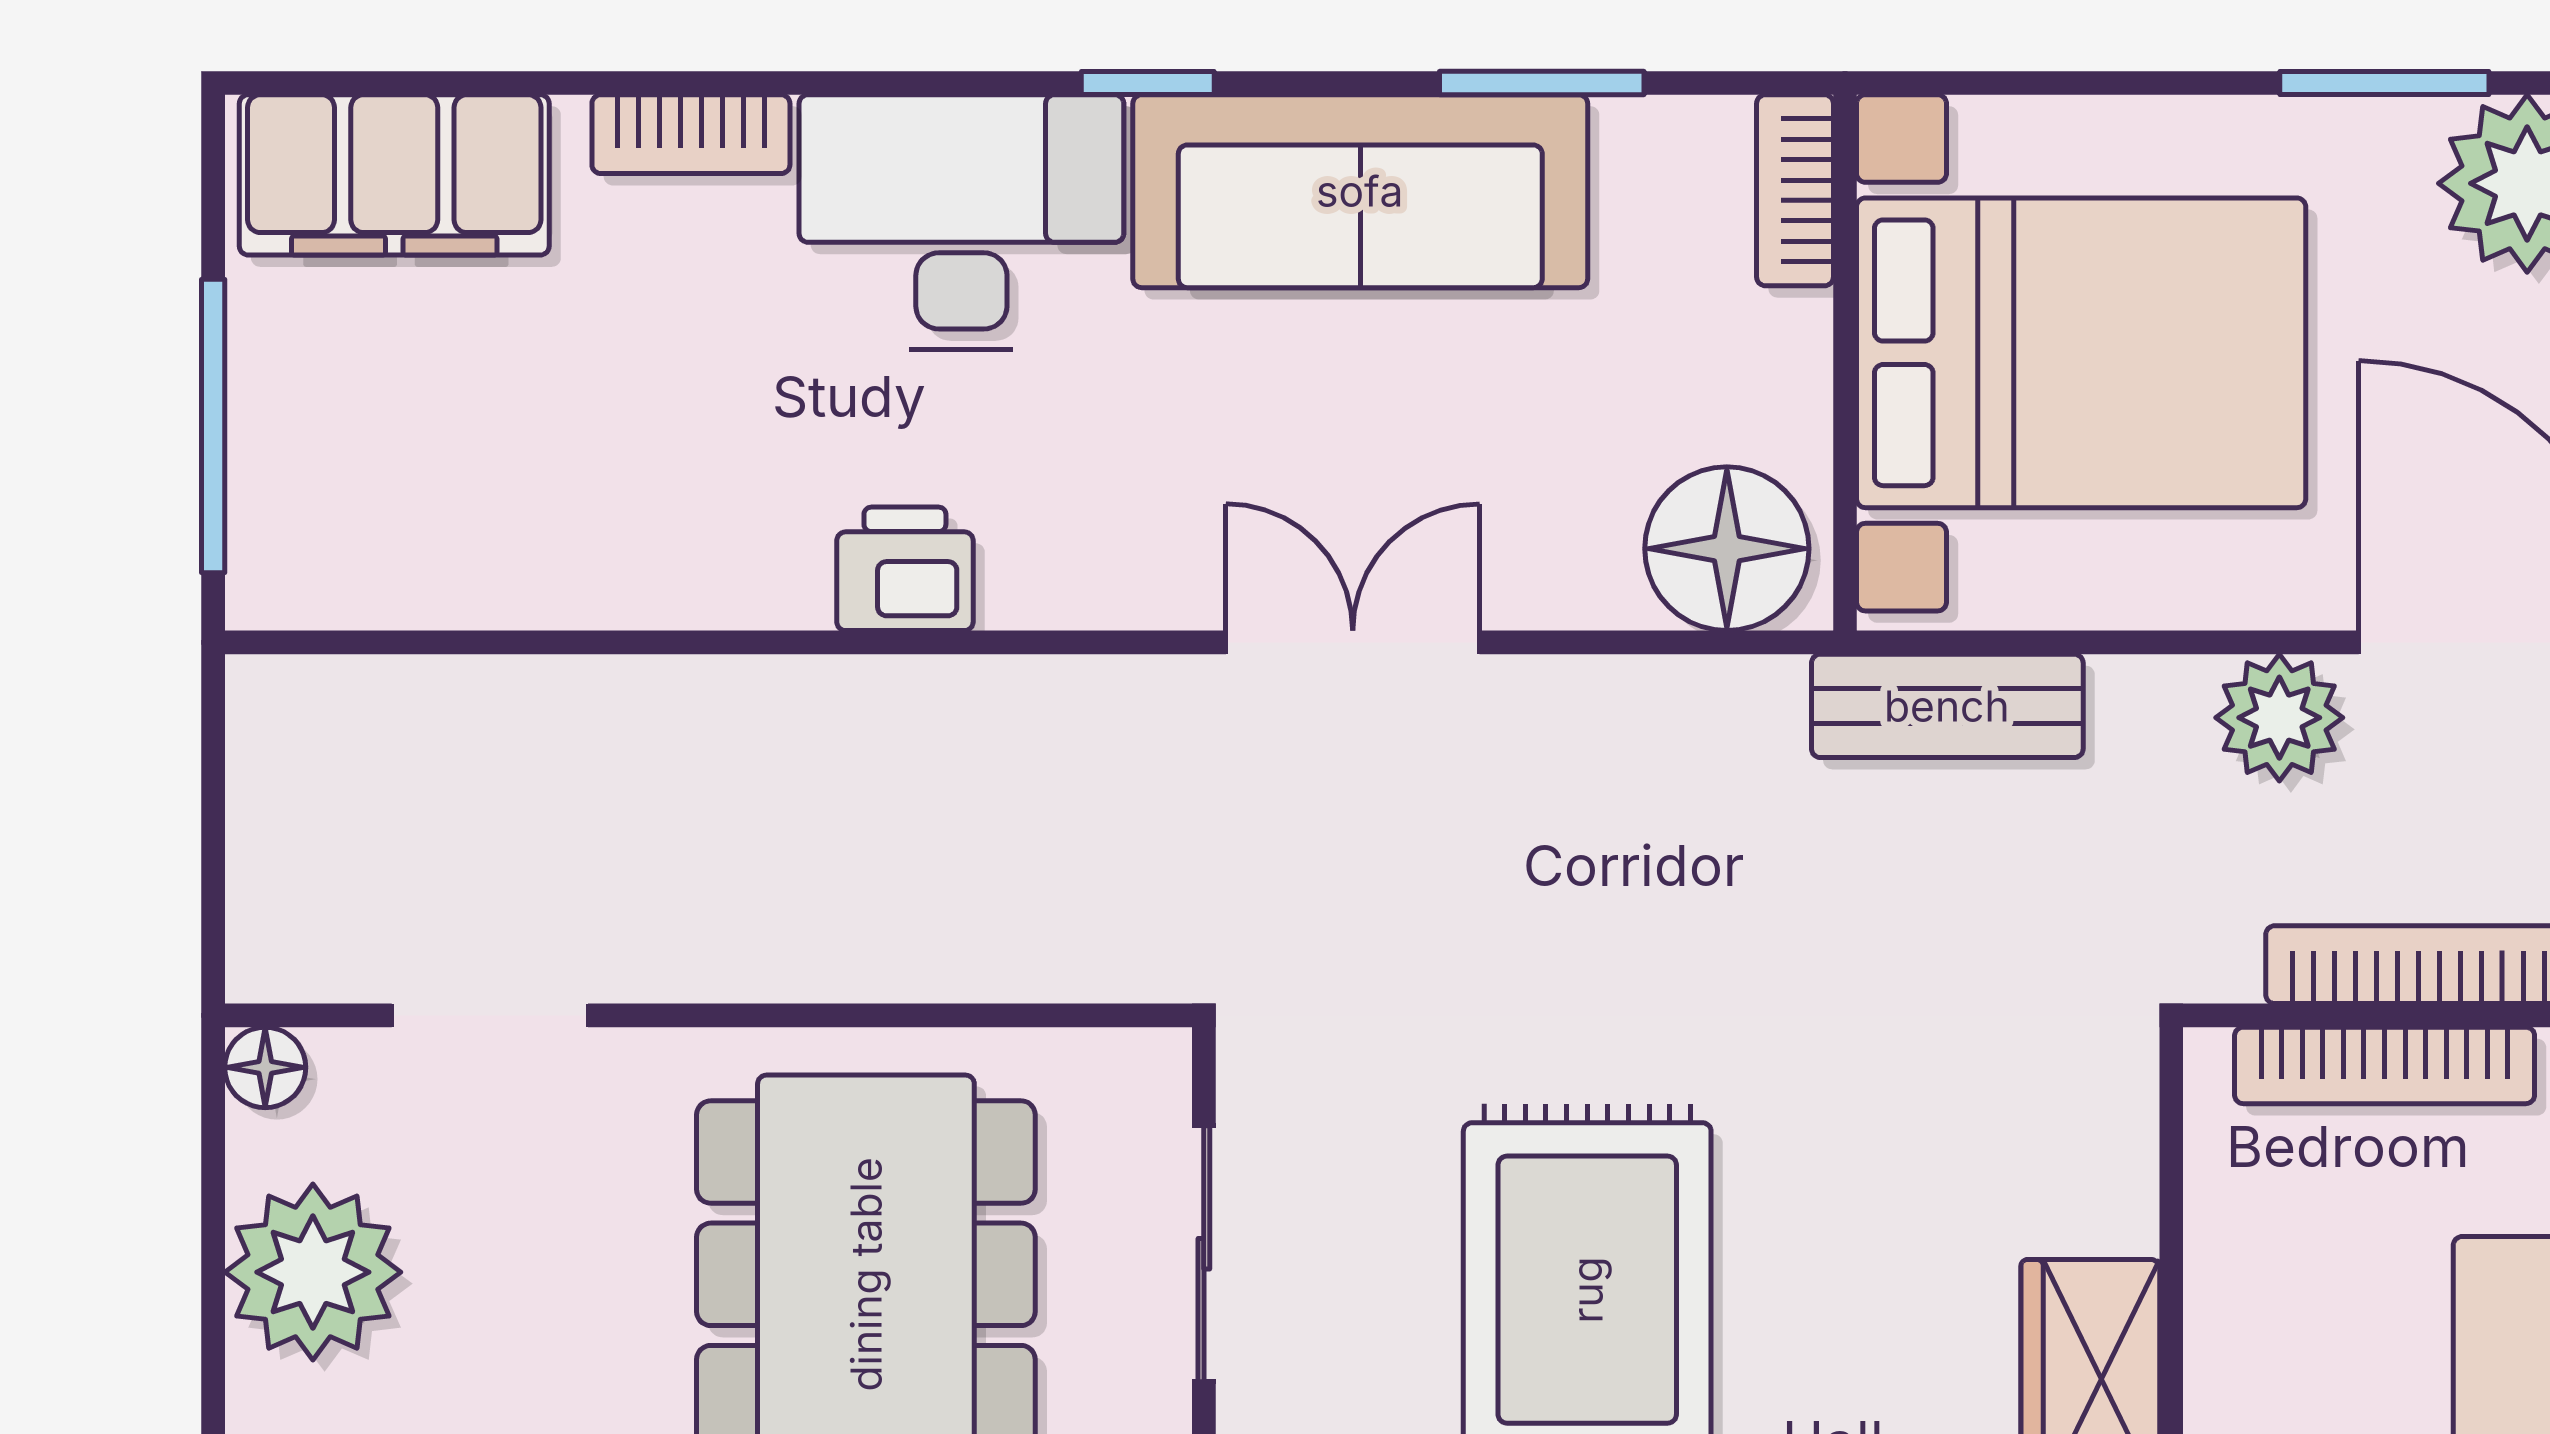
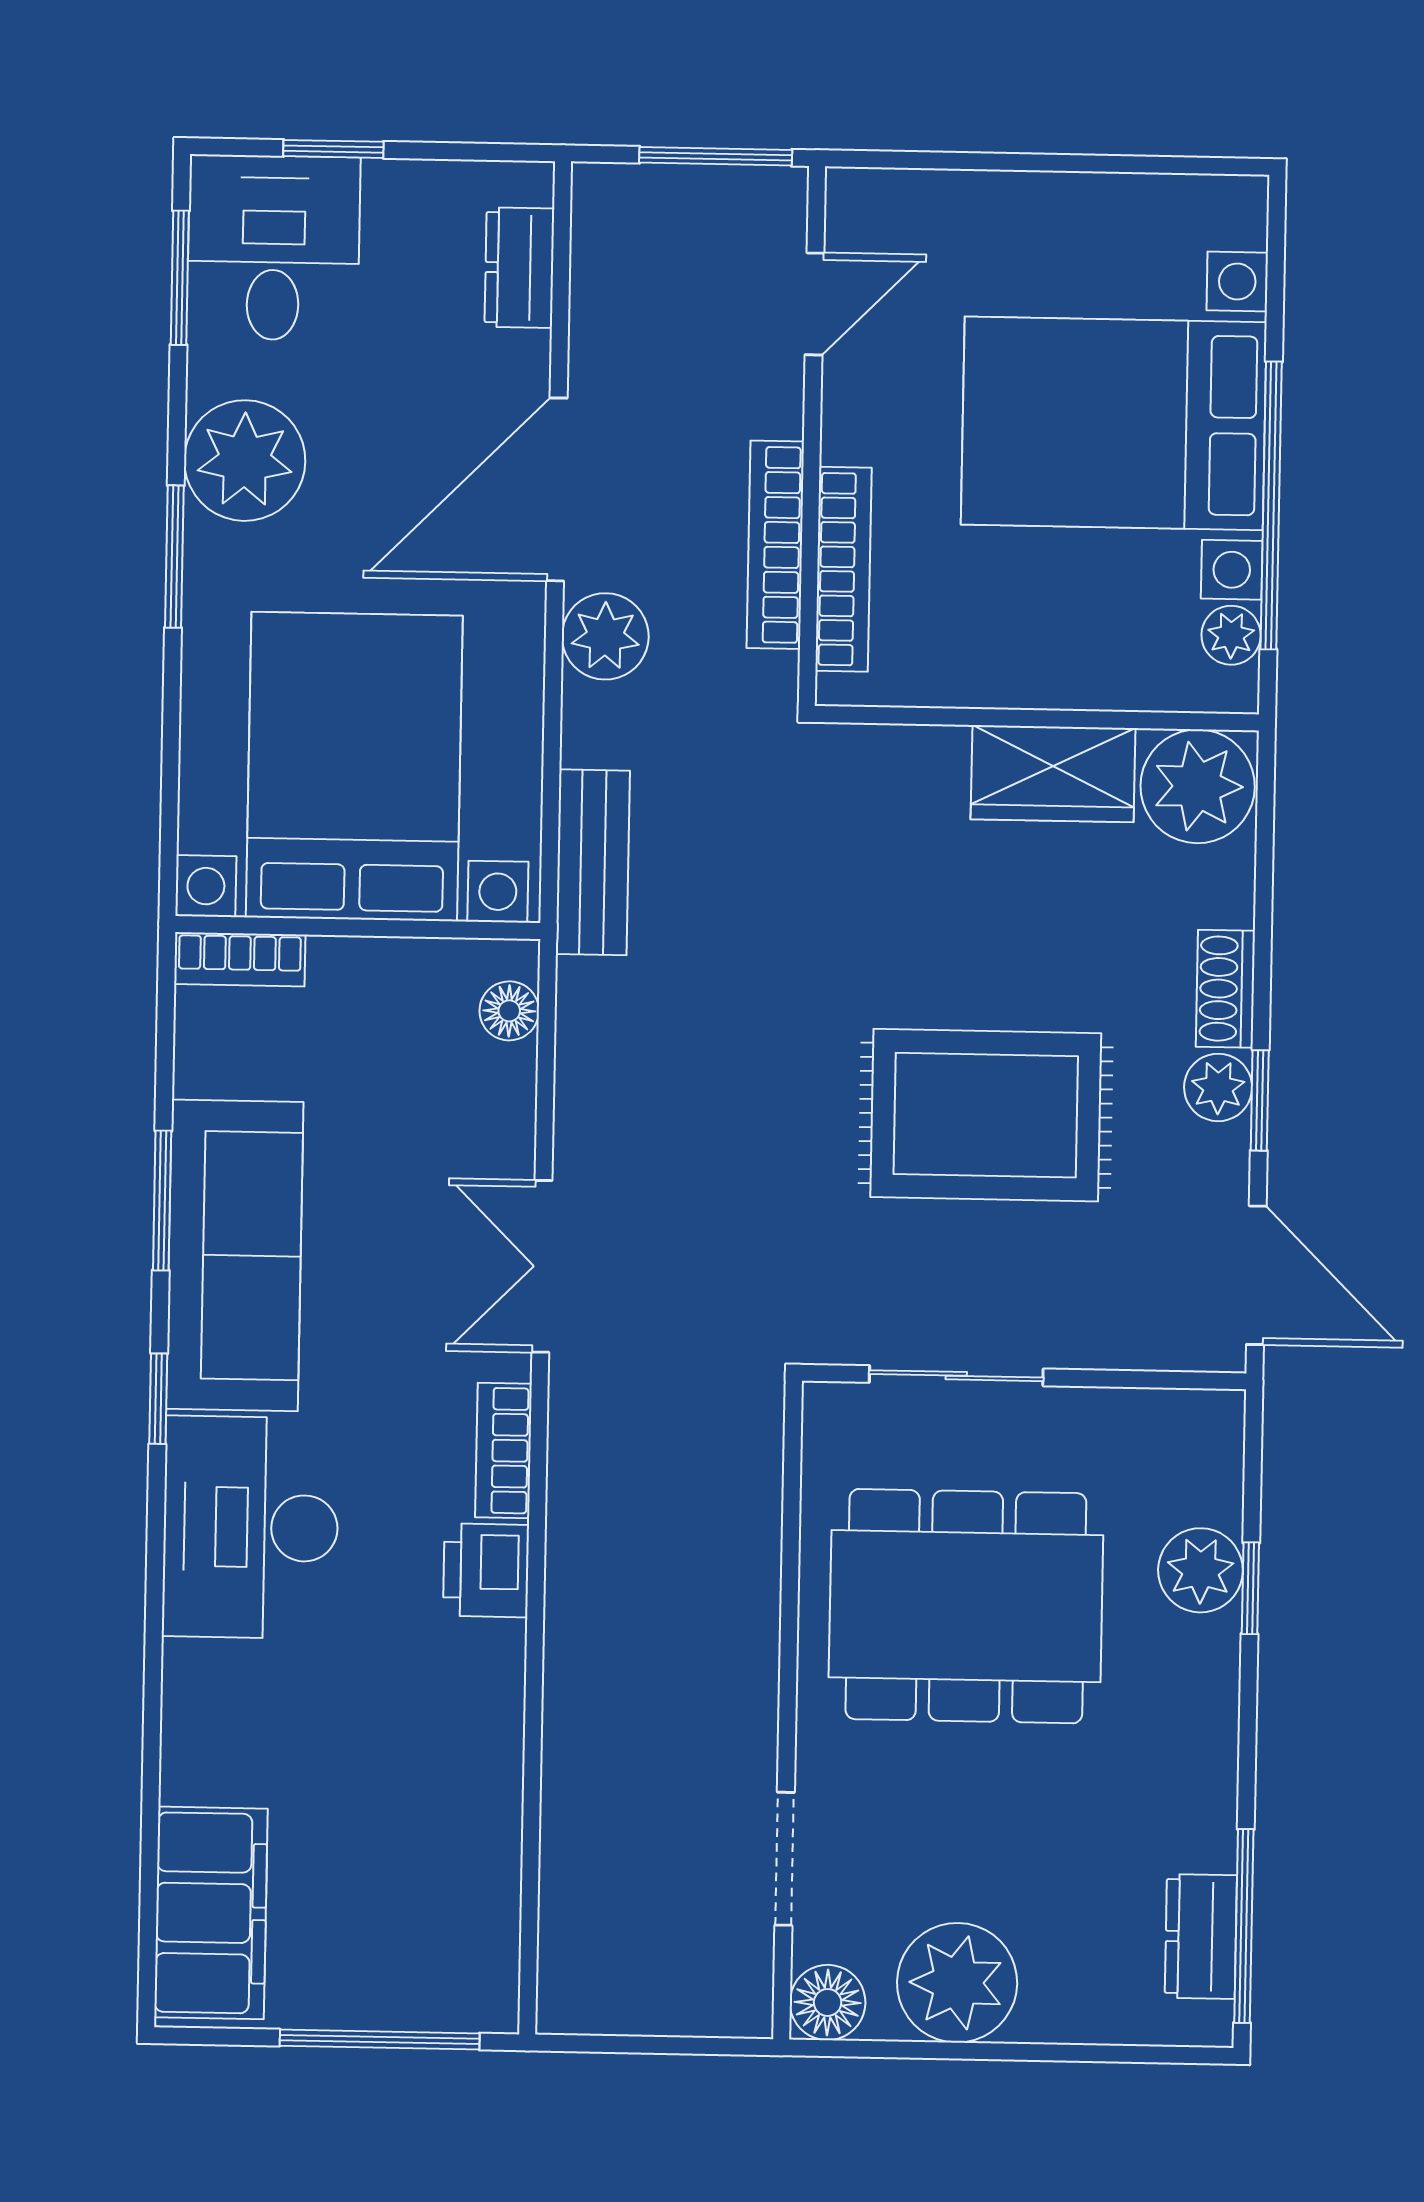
window: (1542, 83) -> (162, 1201), moved
bookcase: (691, 134) -> (503, 1451), moved, turned 180
floor lamp: (1727, 549) -> (509, 1011), width x0.53, depth x0.53
floor lamp: (265, 1067) -> (828, 2002), width x1.37, depth x1.37

